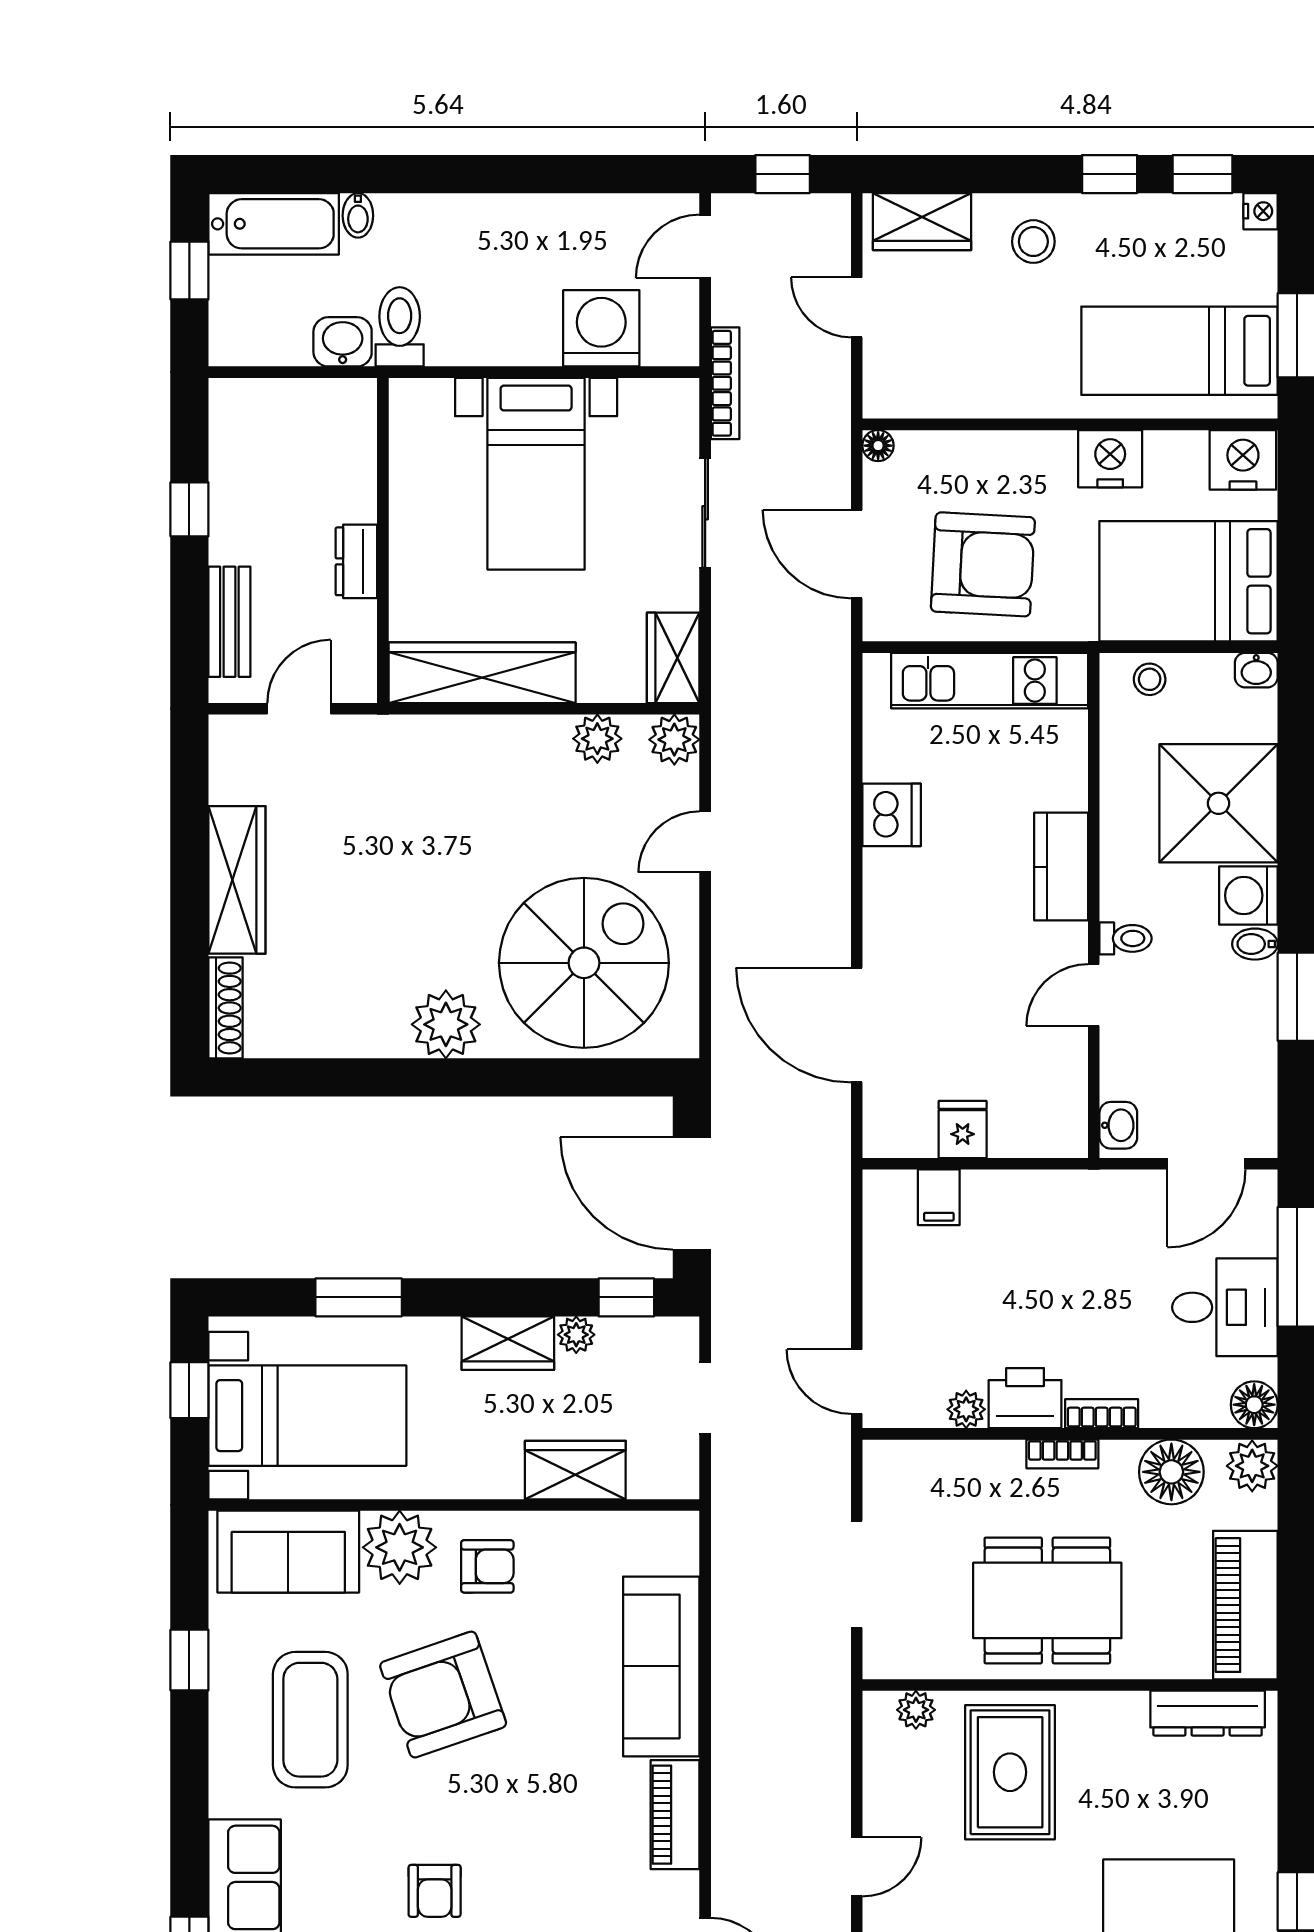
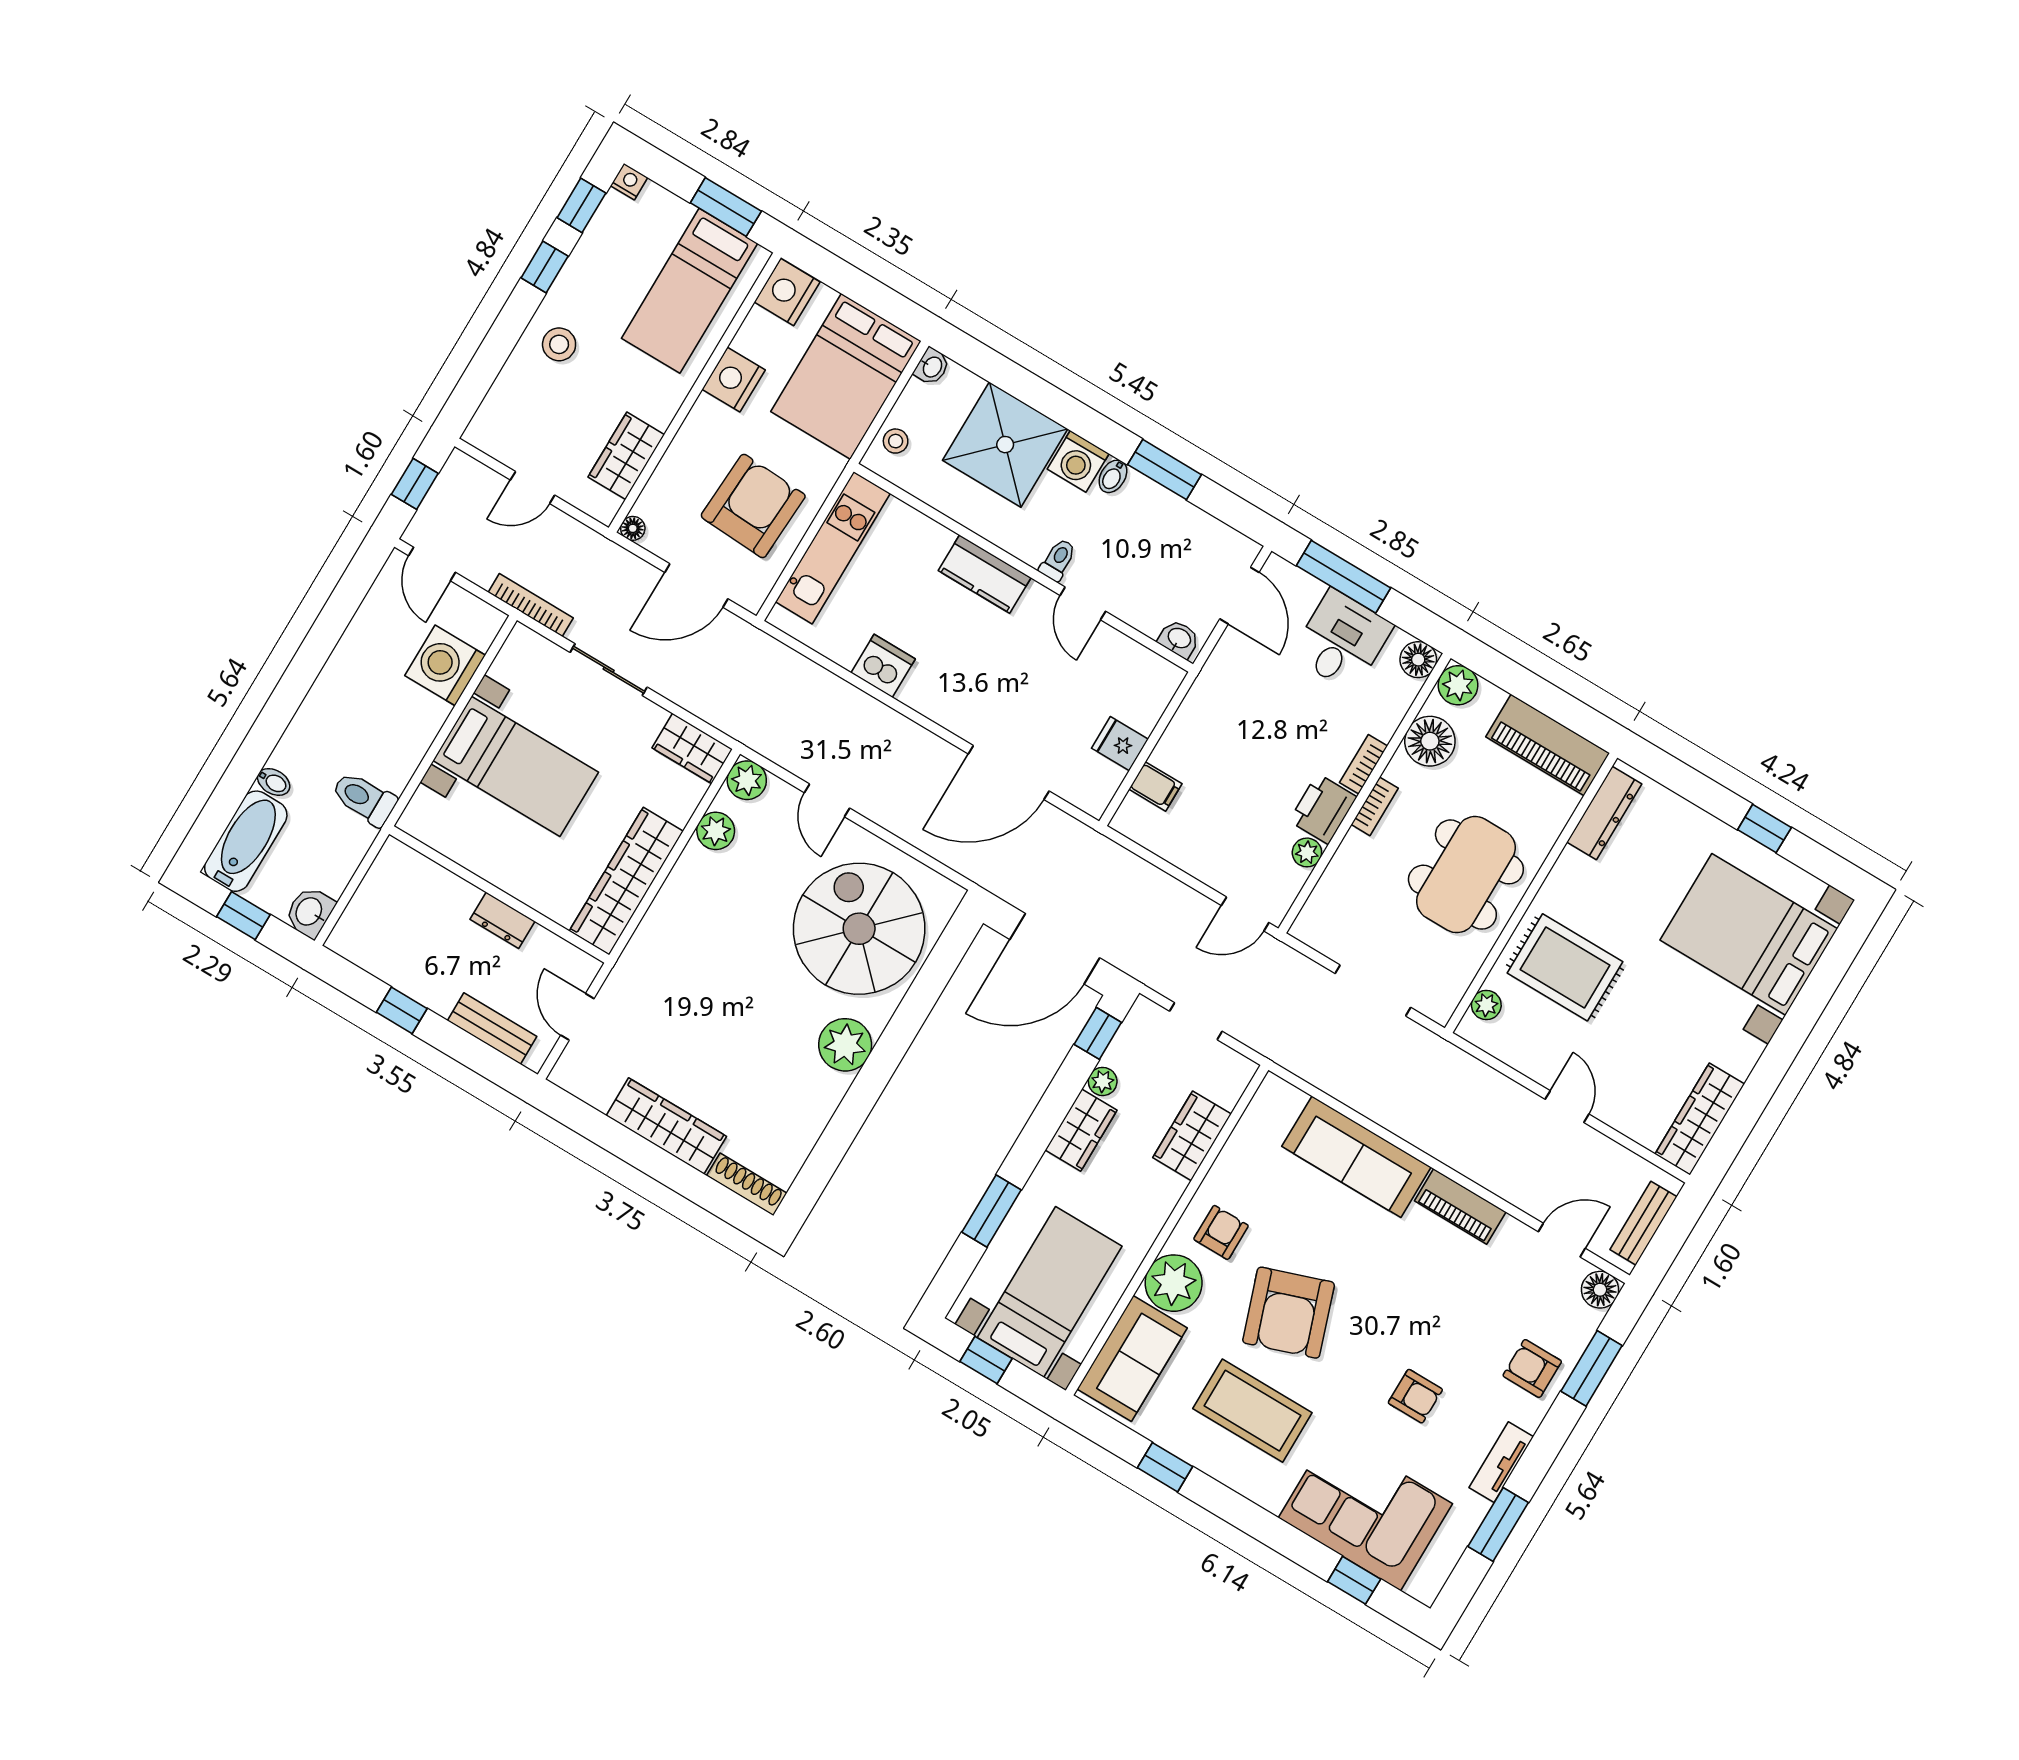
wardrobe: (922, 222) -> (626, 456), moved, turned 180
washbasin: (343, 342) -> (310, 912), moved

